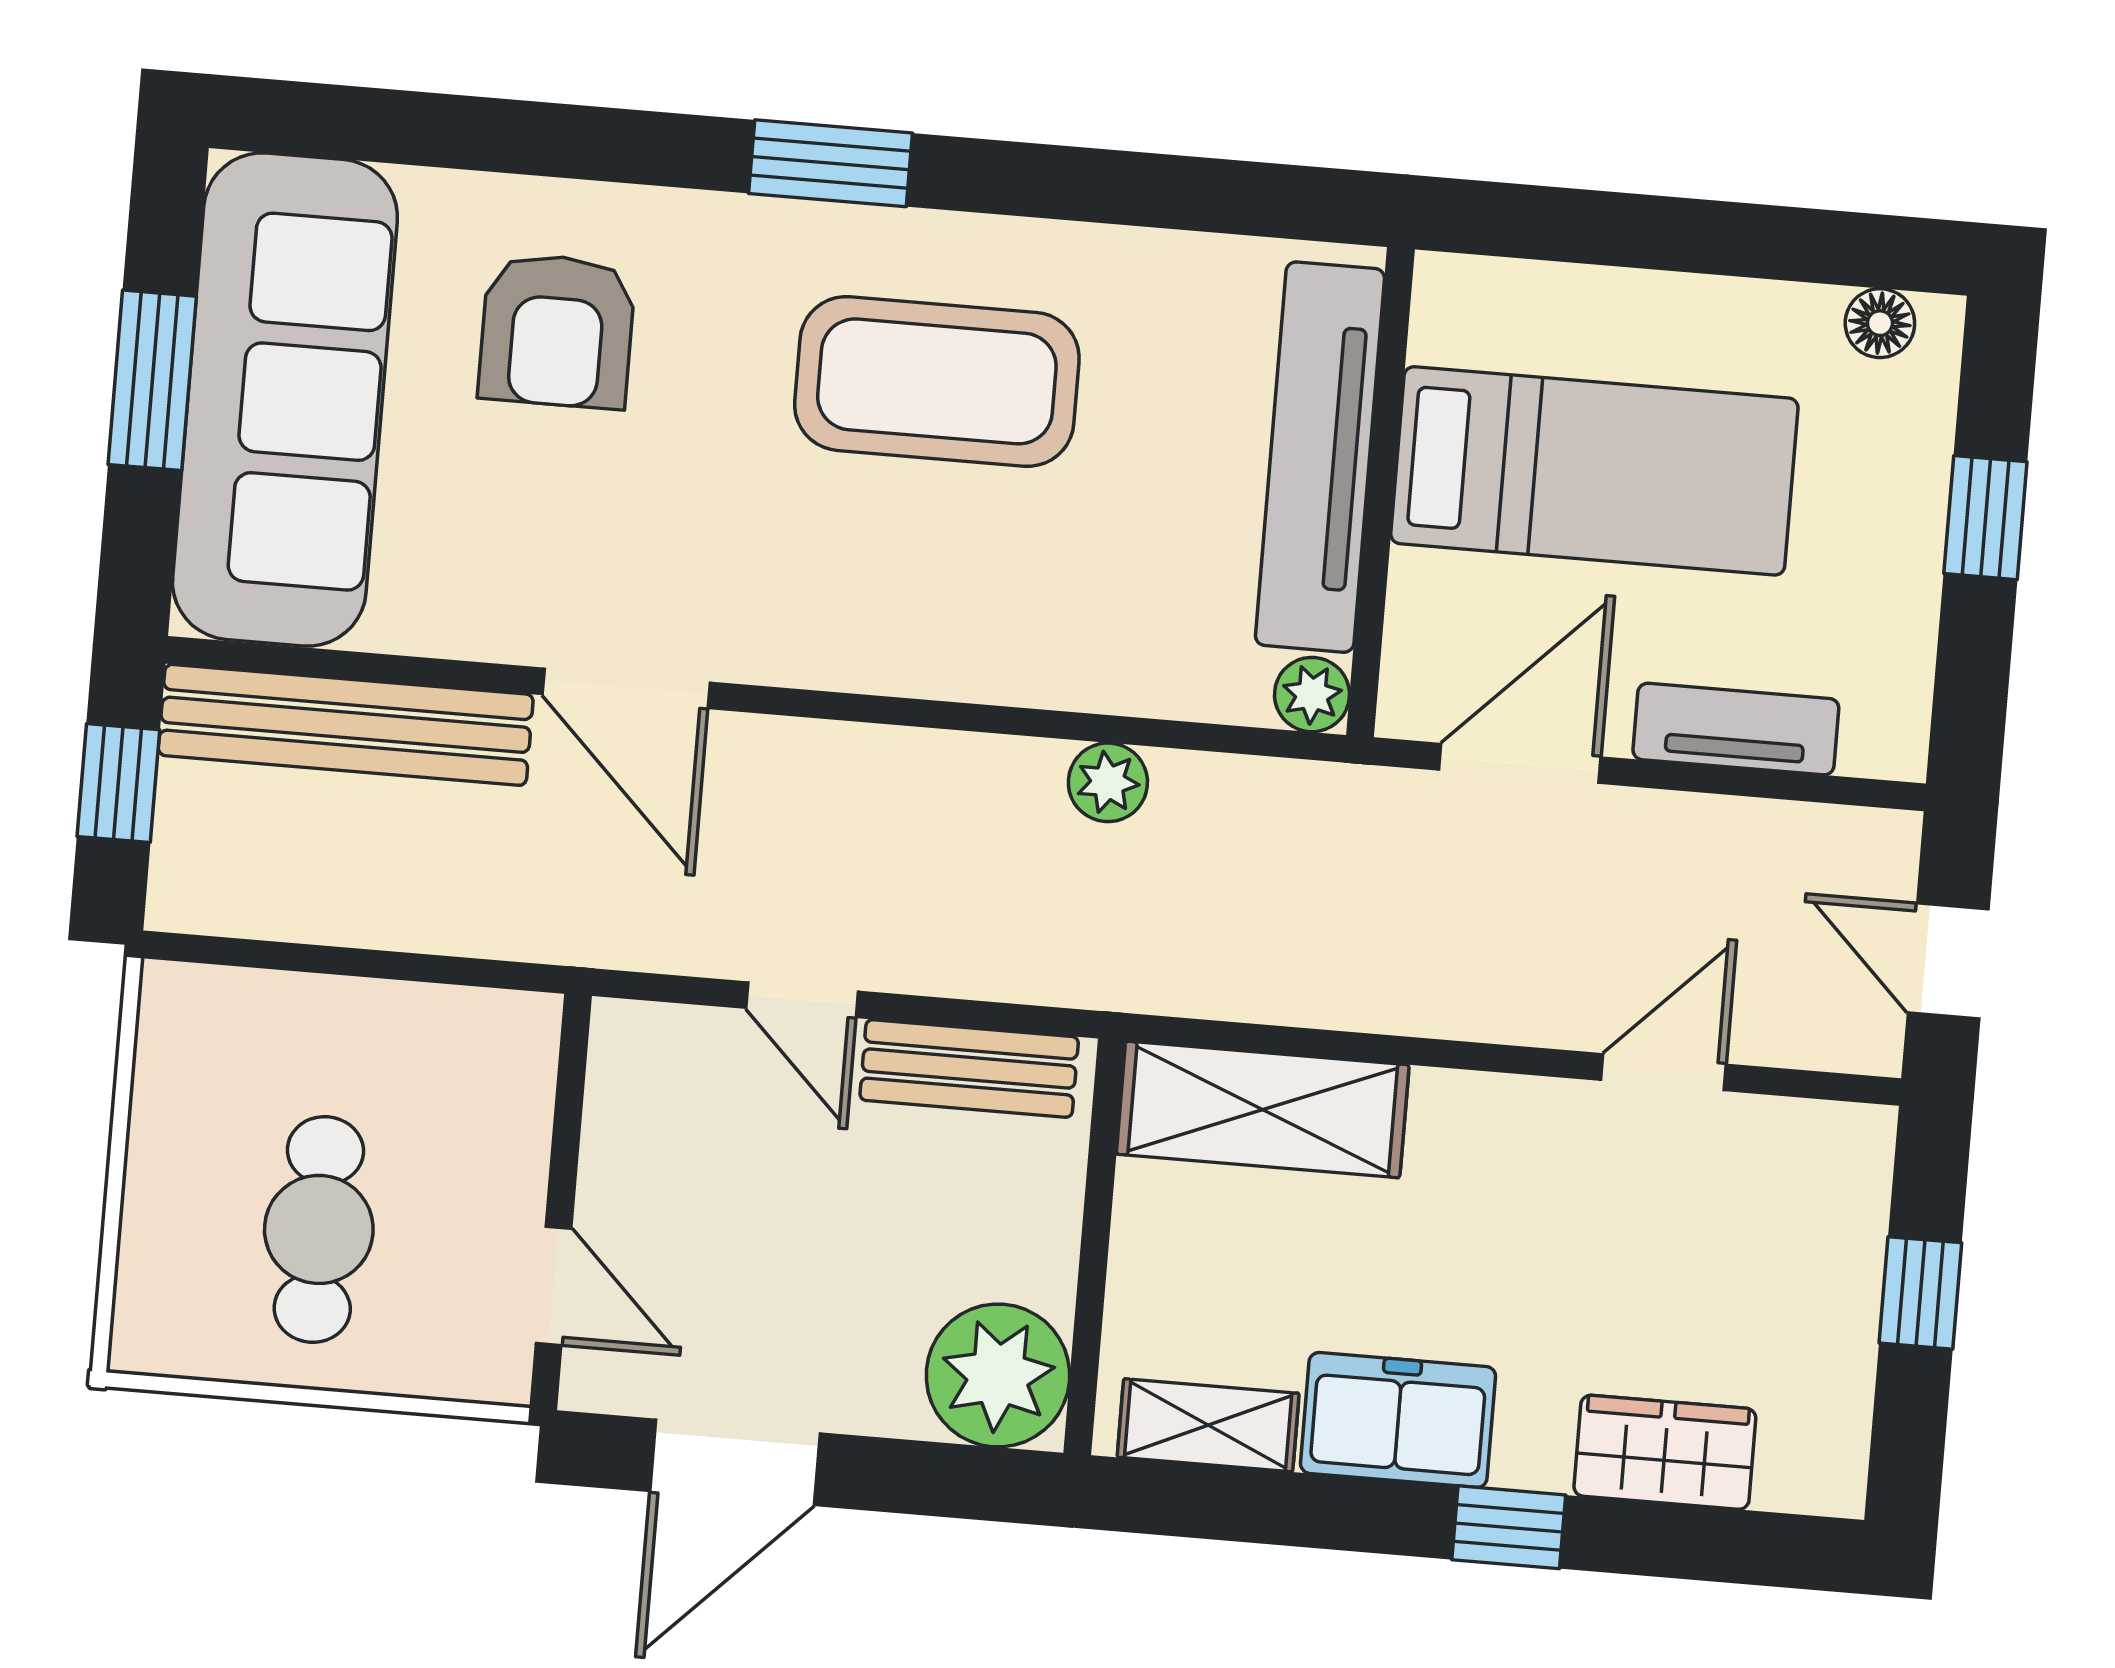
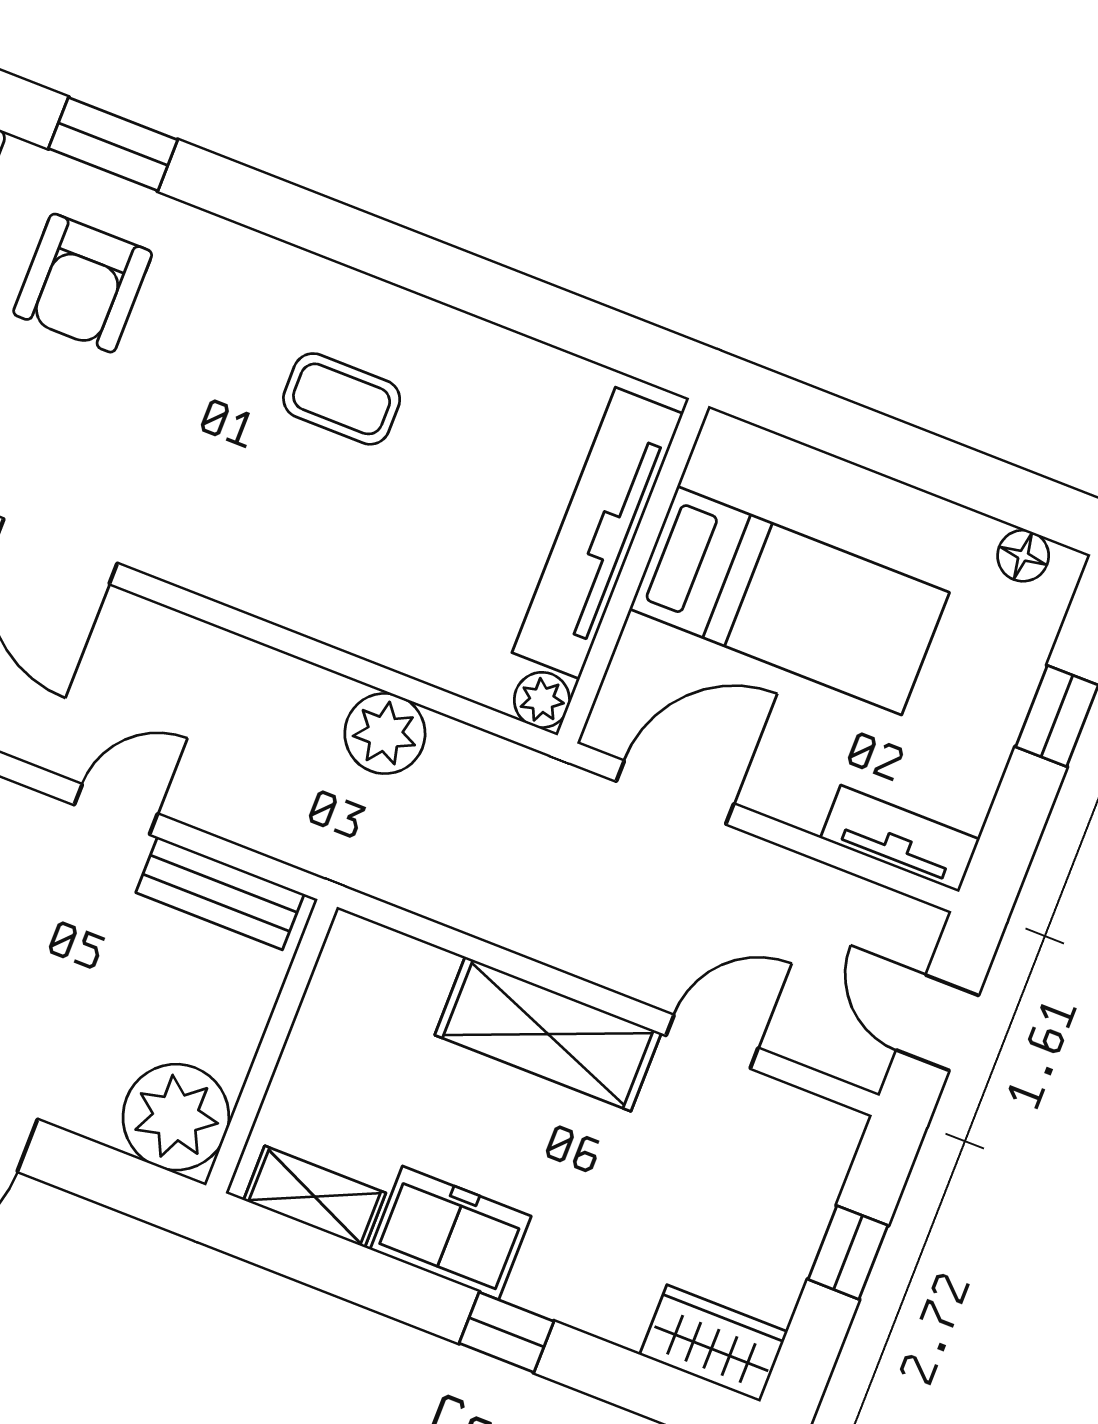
window: (830, 163) -> (113, 144), moved
coffee table: (937, 381) -> (342, 399), width x0.54, depth x0.58
tv unit: (1736, 729) -> (900, 839), moved
plant: (1108, 782) -> (385, 734), width x1.38, depth x1.38
door: (802, 1000) -> (116, 809), swing flipped
shelving: (1263, 1109) -> (548, 1034), moved
wardrobe: (1665, 1452) -> (714, 1343), moved

